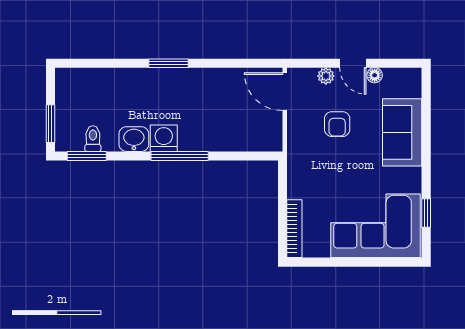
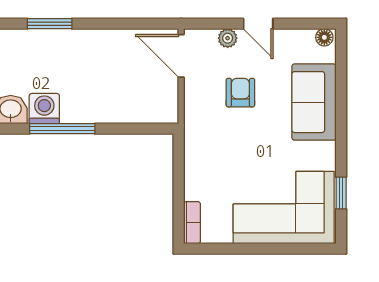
floor lamp: (375, 75) -> (324, 37), moved
armchair: (337, 124) -> (240, 93), turned 180
bookcase: (294, 229) -> (192, 223), width x0.64

